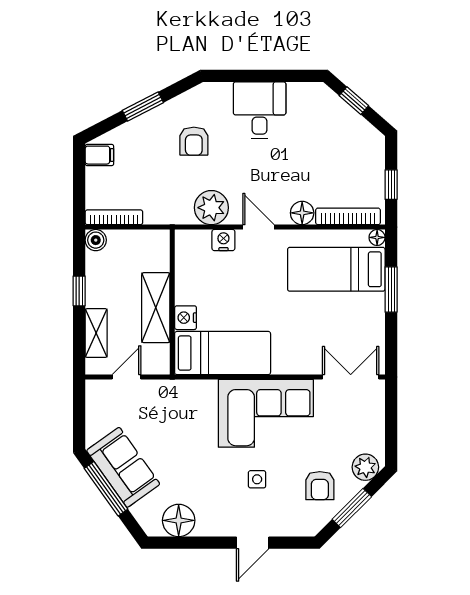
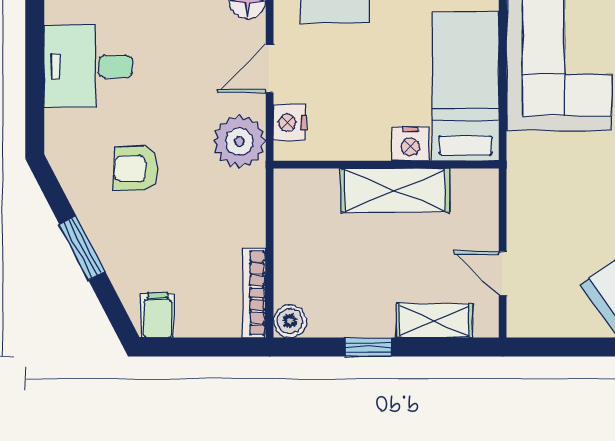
armchair: (194, 141) -> (136, 169), turned 180
wall: (172, 302) -> (386, 165), moved
shelving: (156, 308) -> (395, 190), moved
nightstand: (186, 318) -> (410, 144), moved
bed: (223, 353) -> (465, 86), moved

